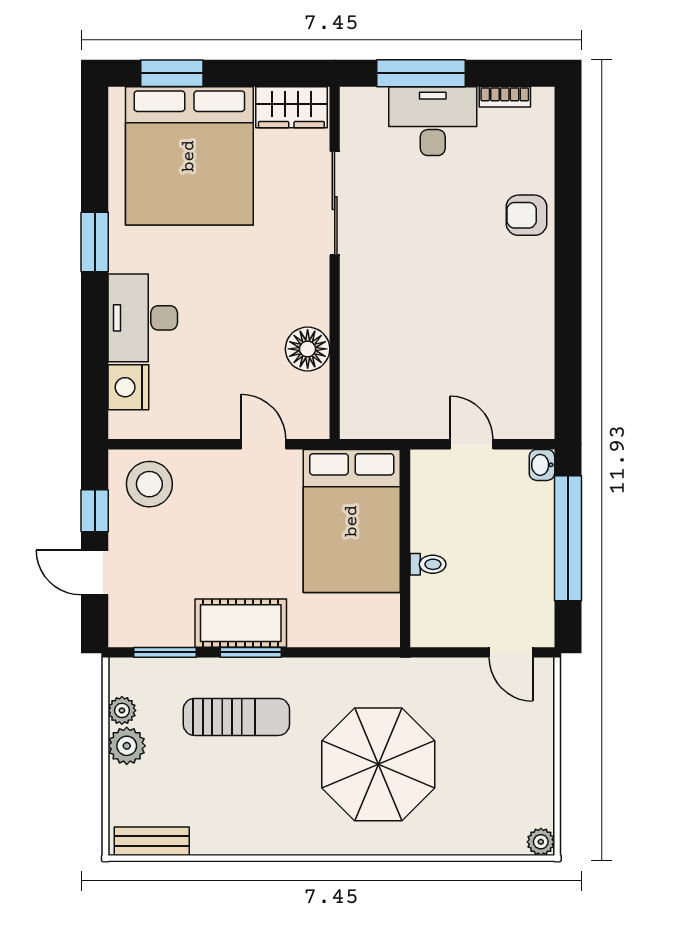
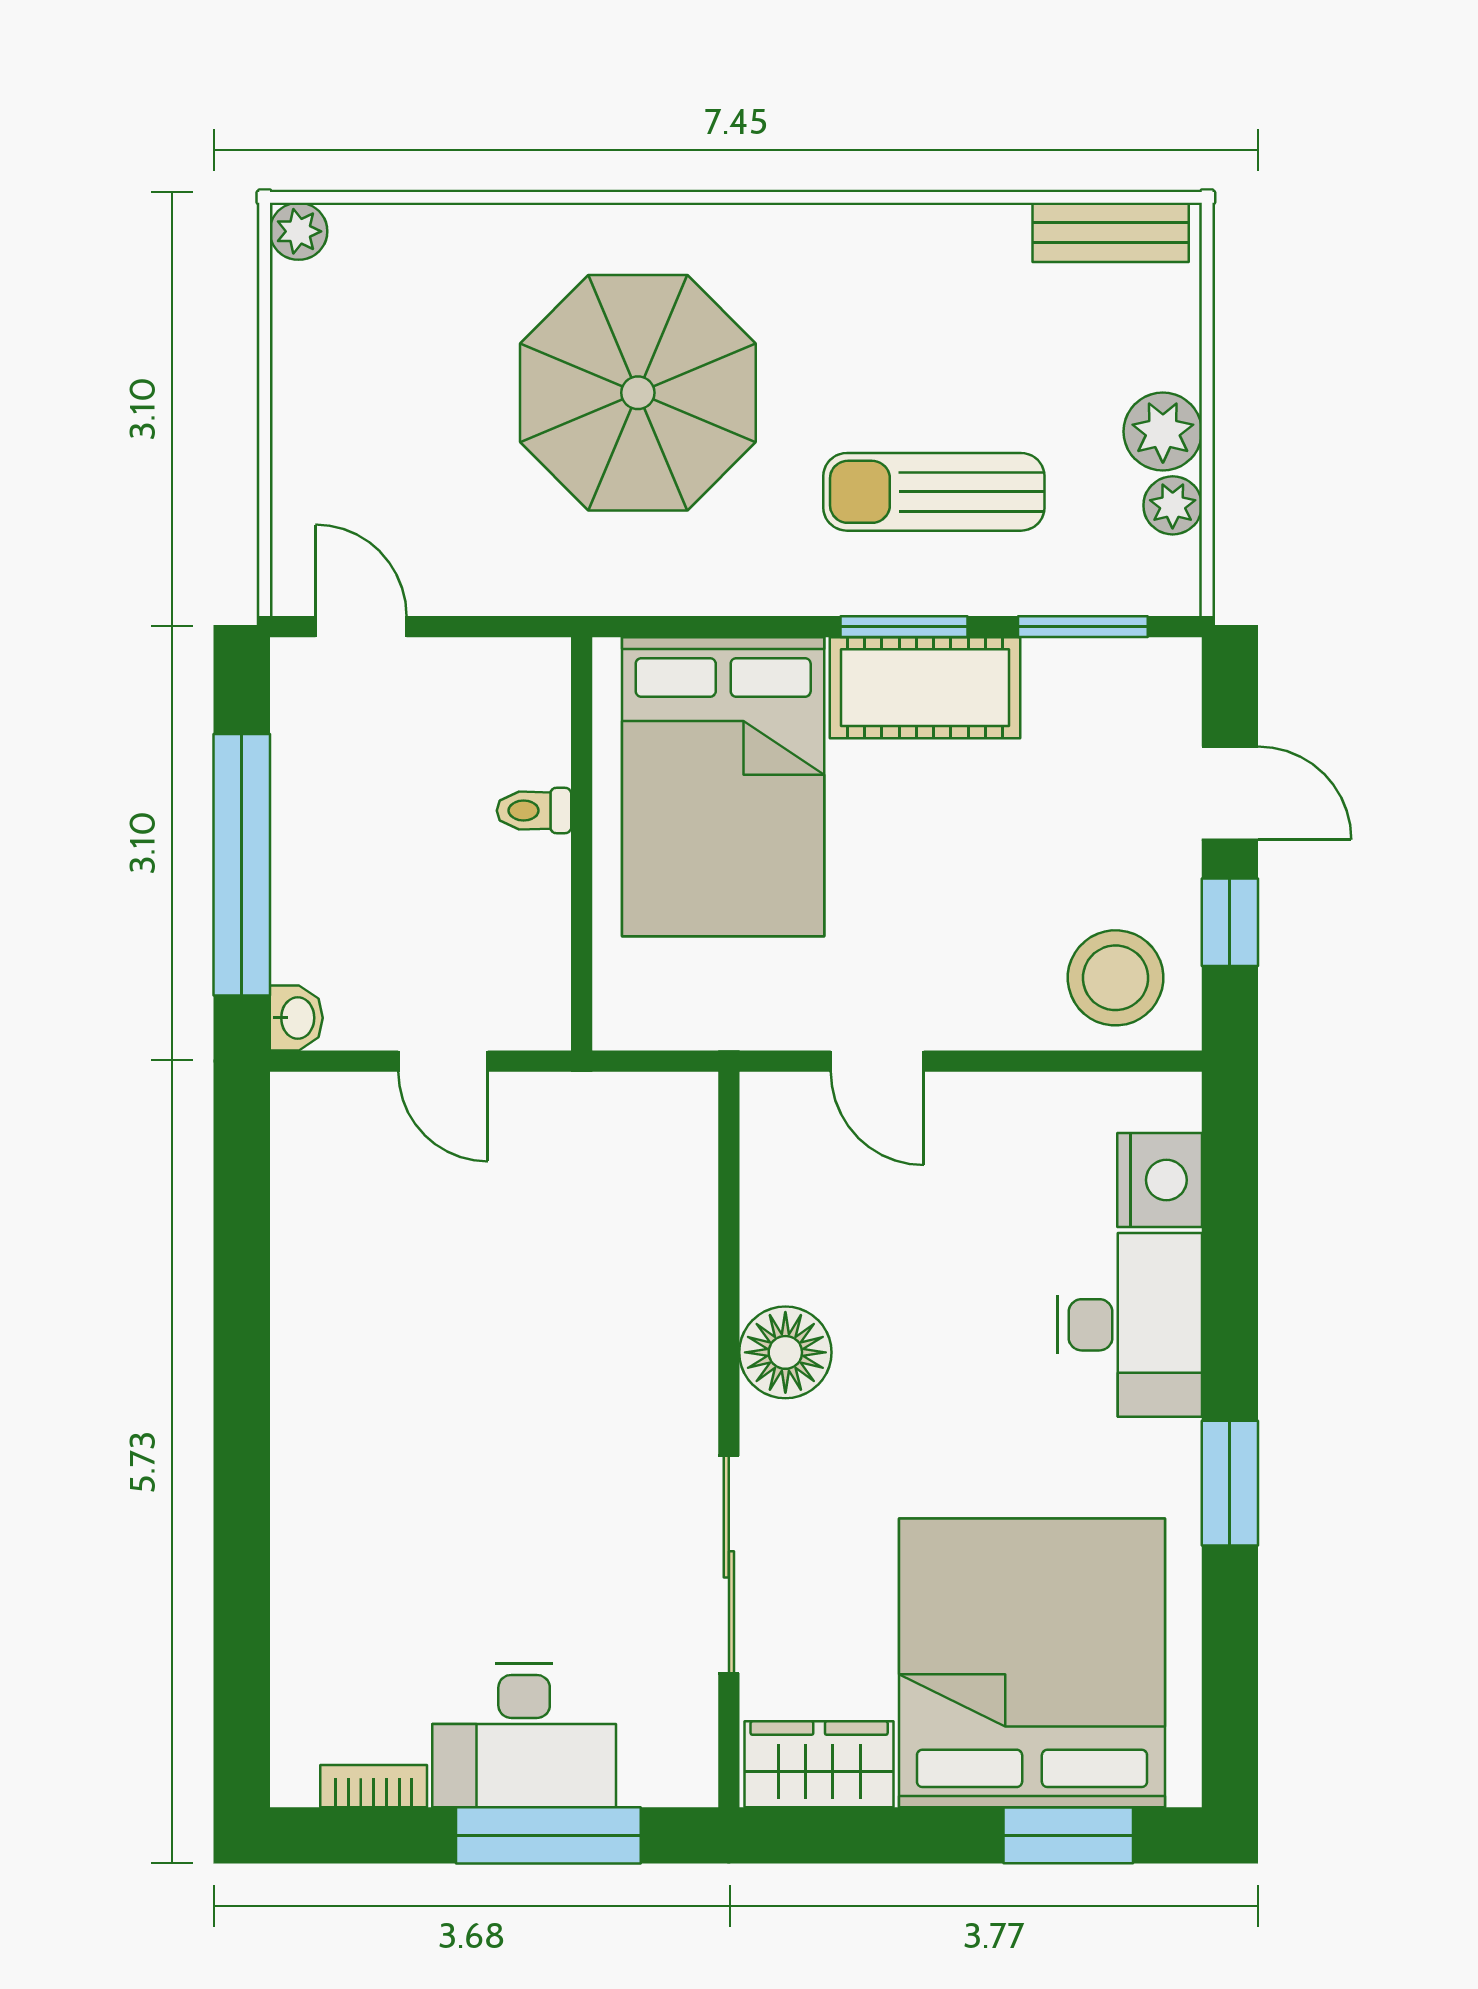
armchair: (527, 215) -> (328, 1539), removed
floor lamp: (308, 349) -> (785, 1352), moved
bed: (352, 521) -> (723, 787), moved, turned 180

